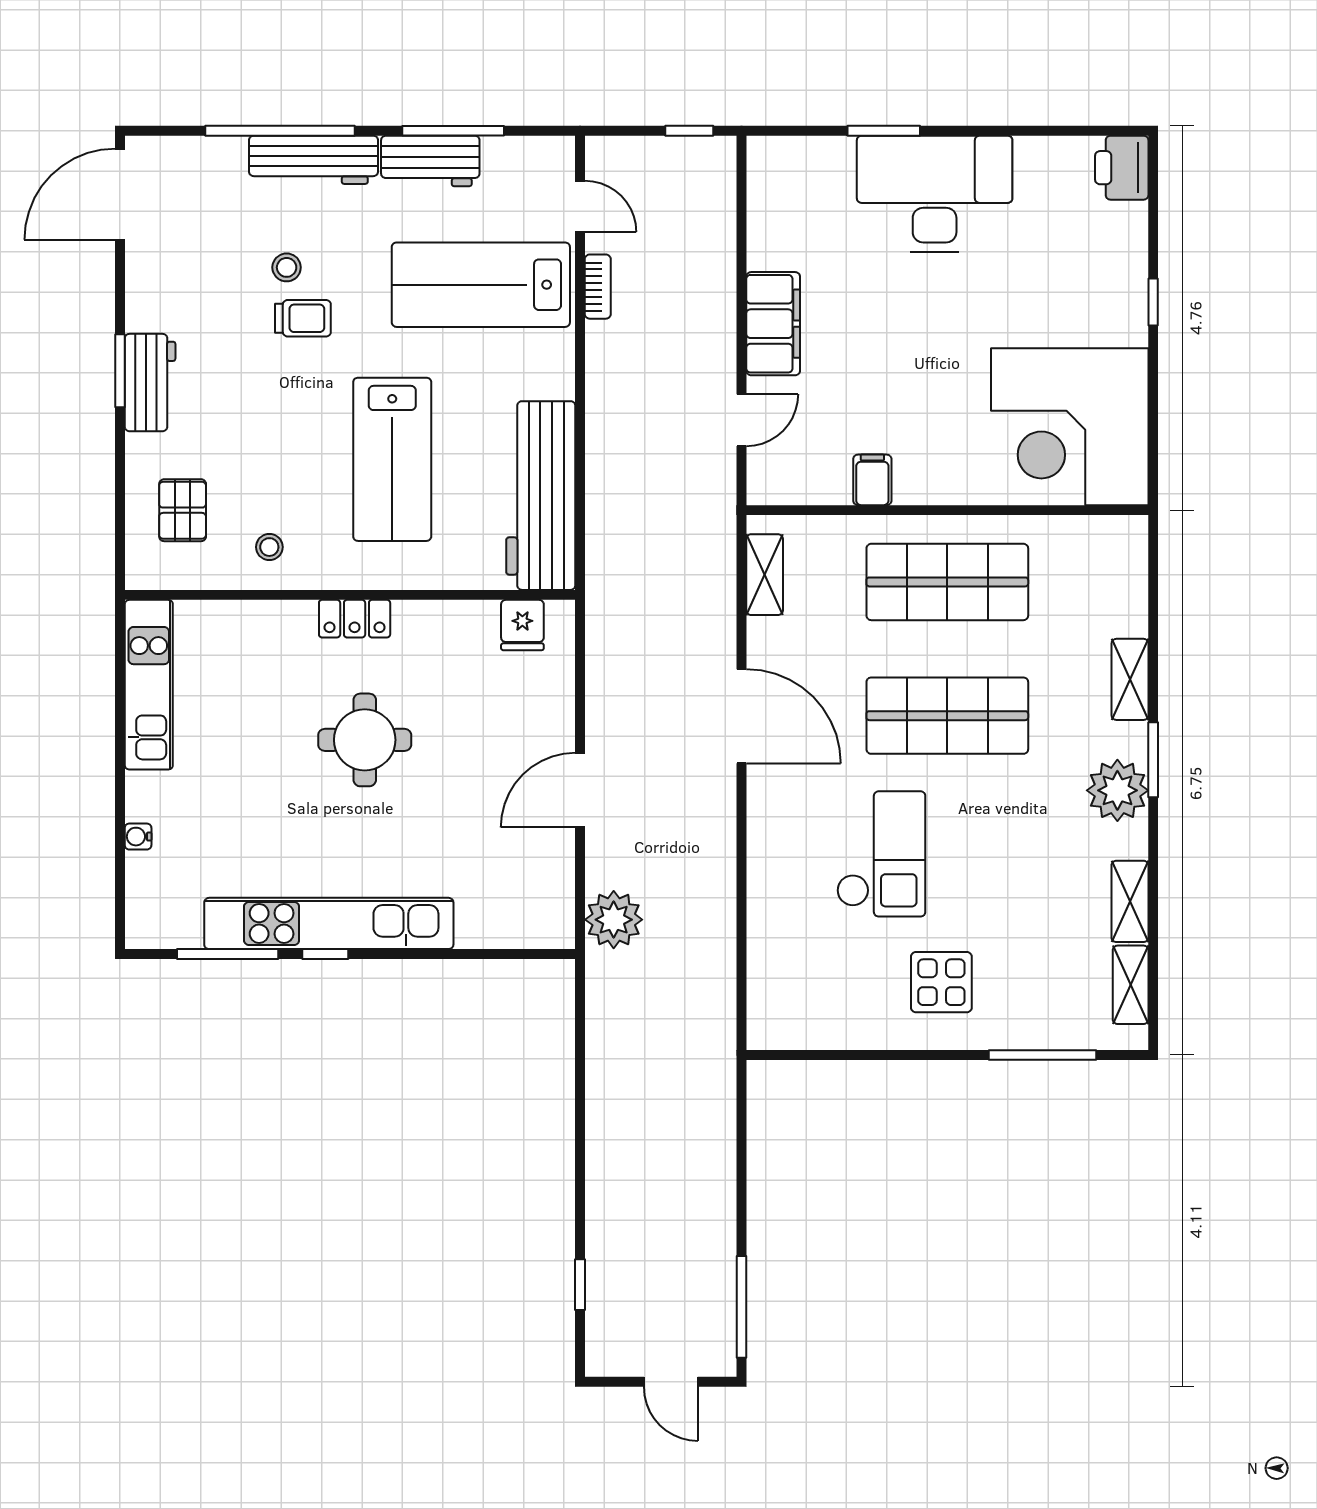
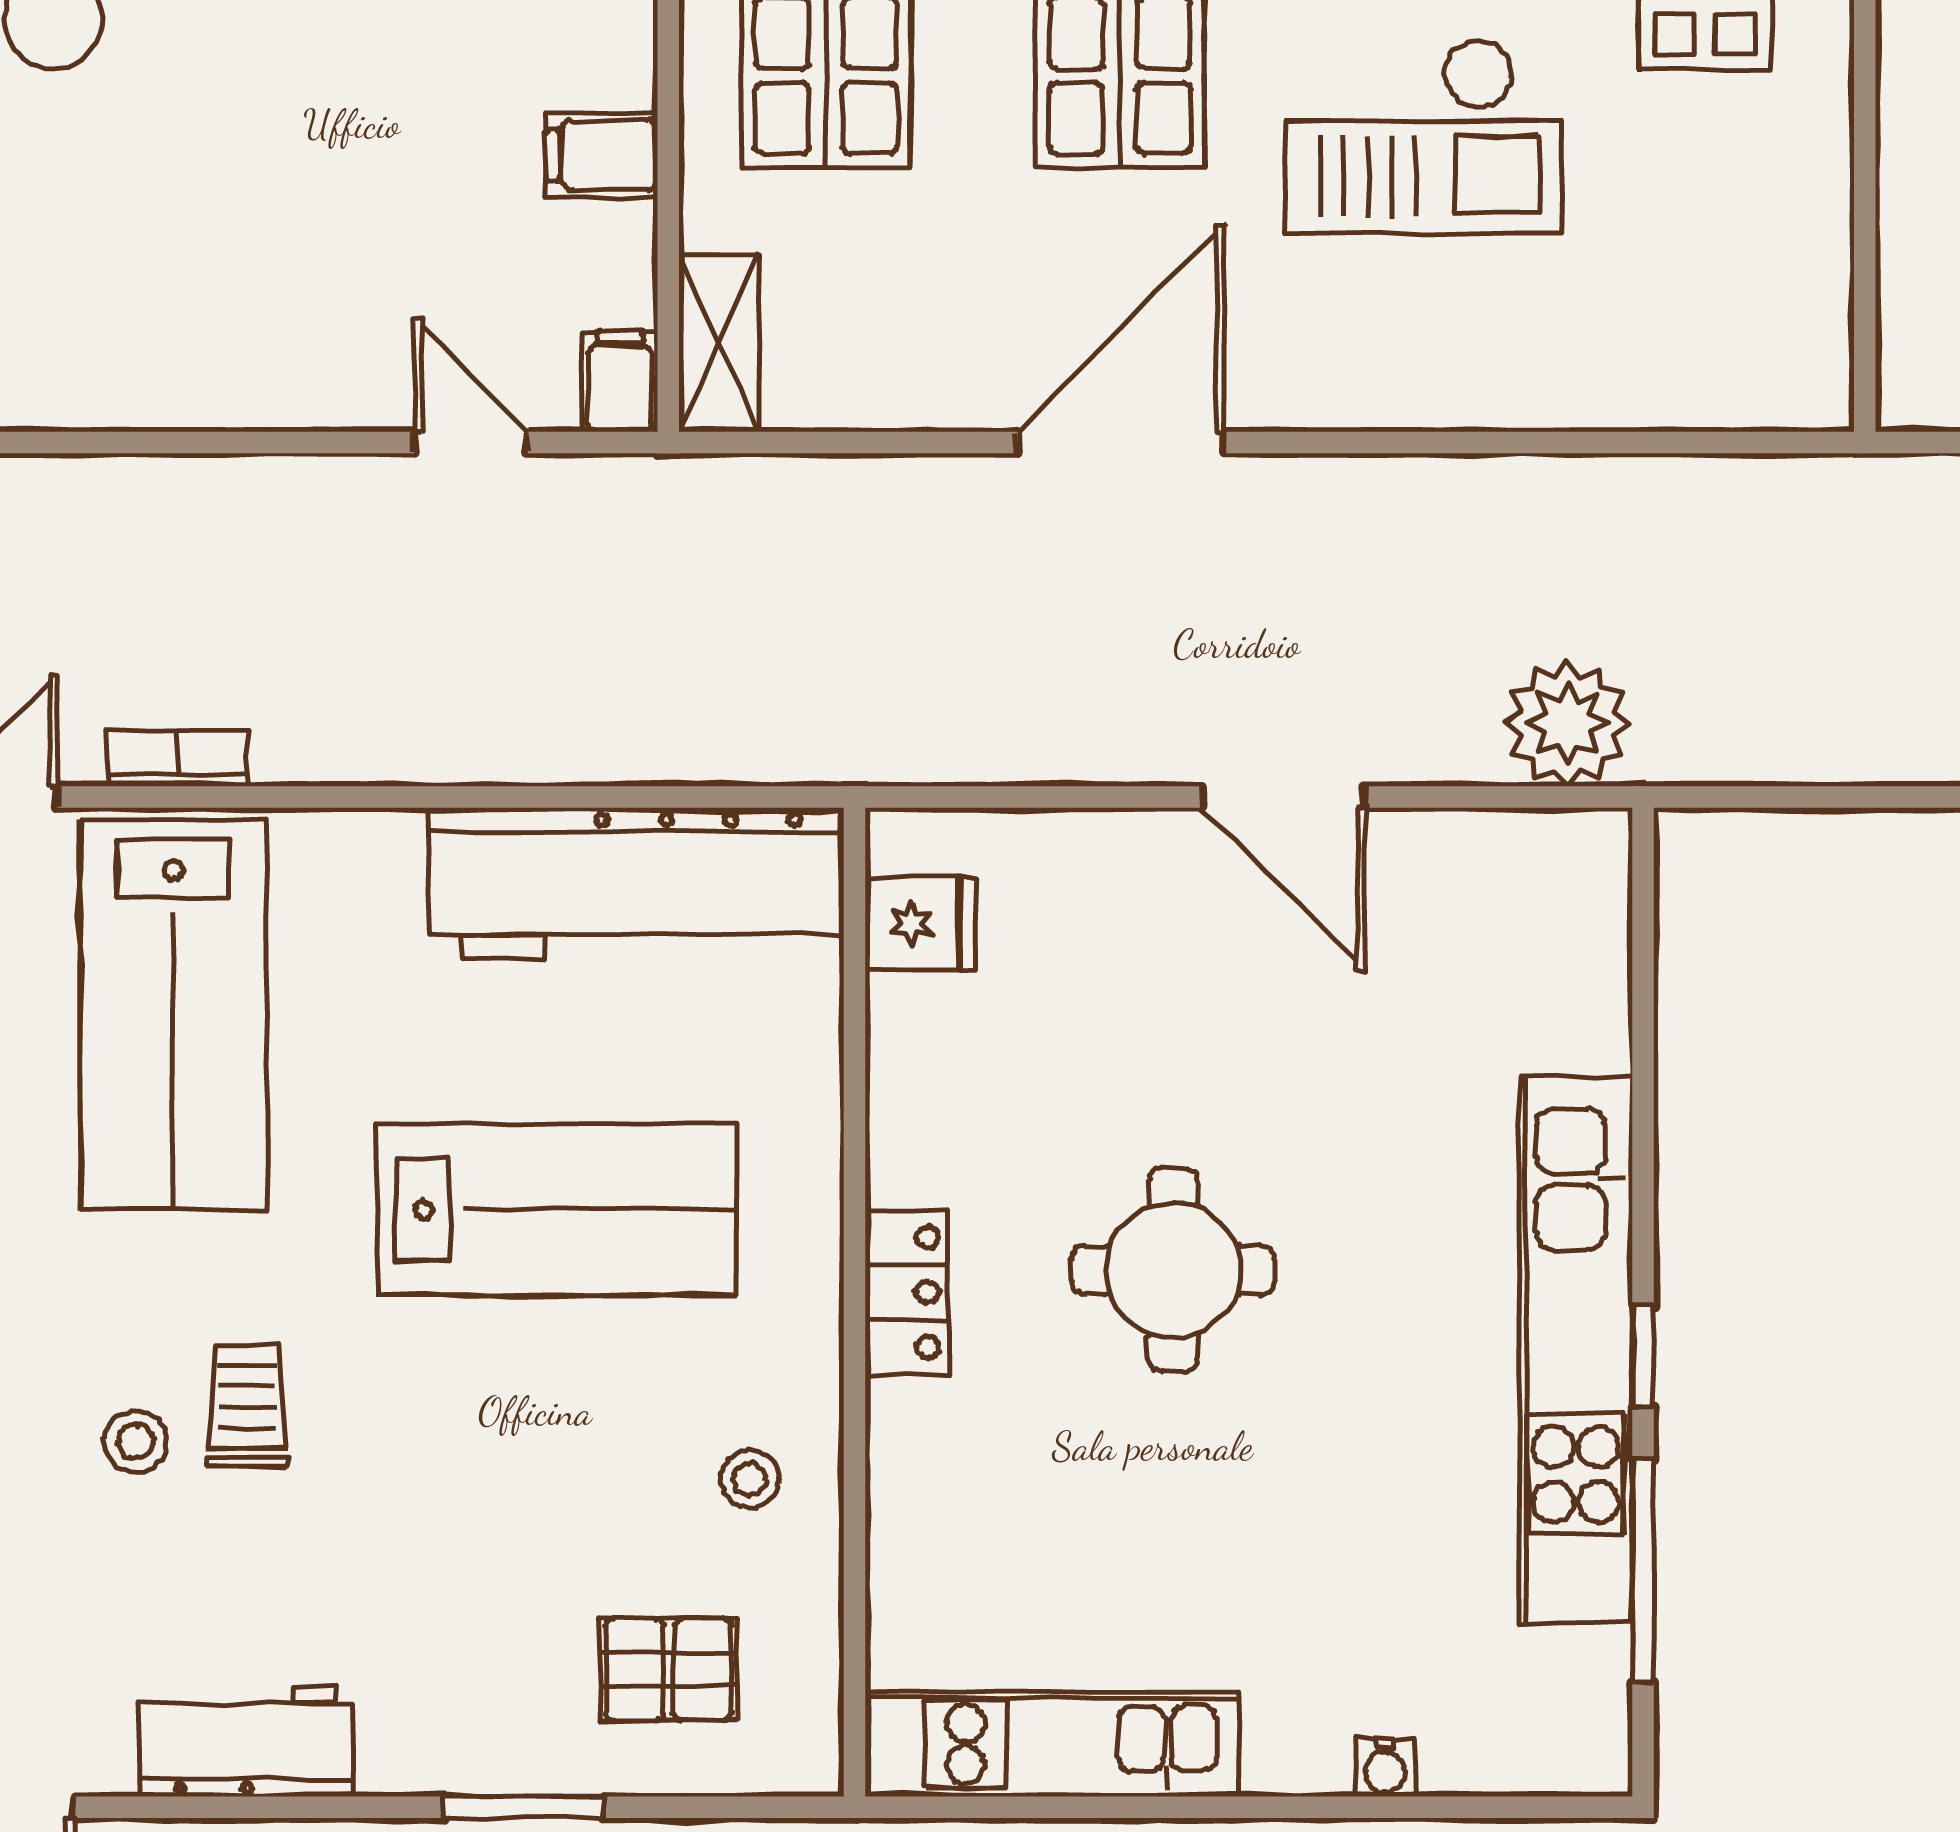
filing cabinet: (773, 324) -> (620, 381), moved, width x0.33, depth x0.86
window: (120, 371) -> (523, 1807), moved
workbench: (150, 383) -> (246, 1741), moved
shelving: (765, 575) -> (719, 343), moved, turned 90
checkout: (881, 854) -> (1423, 136), turned 180

